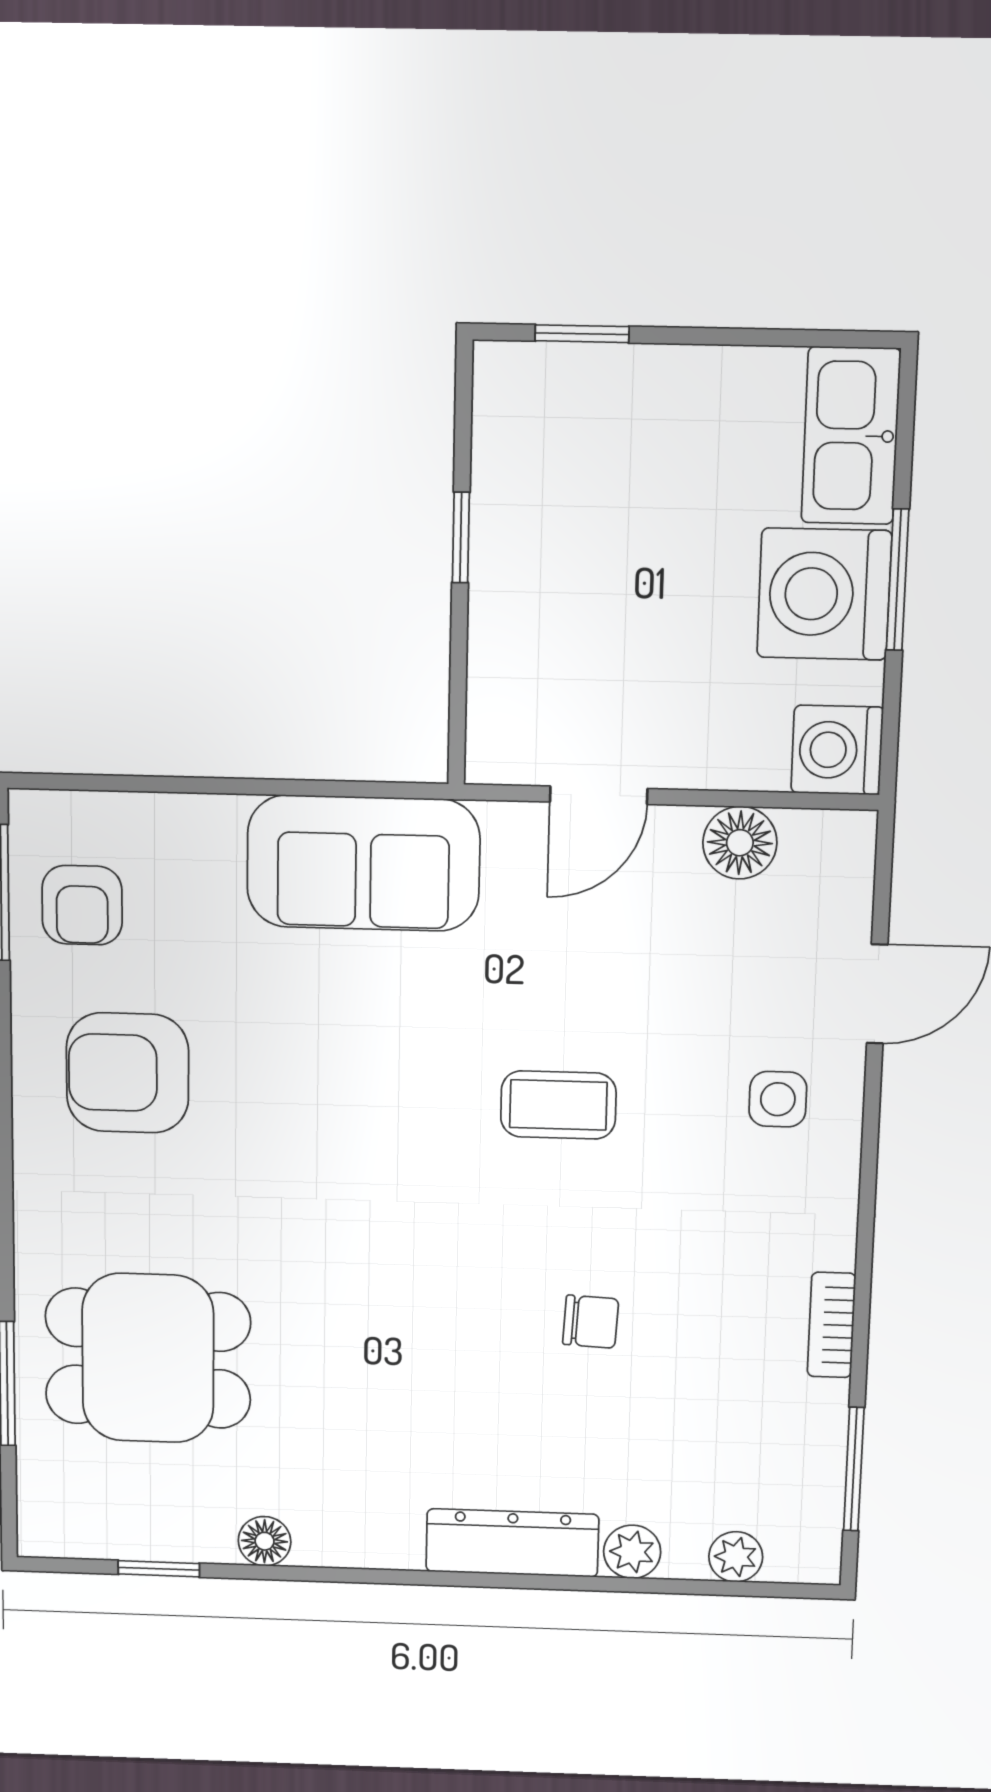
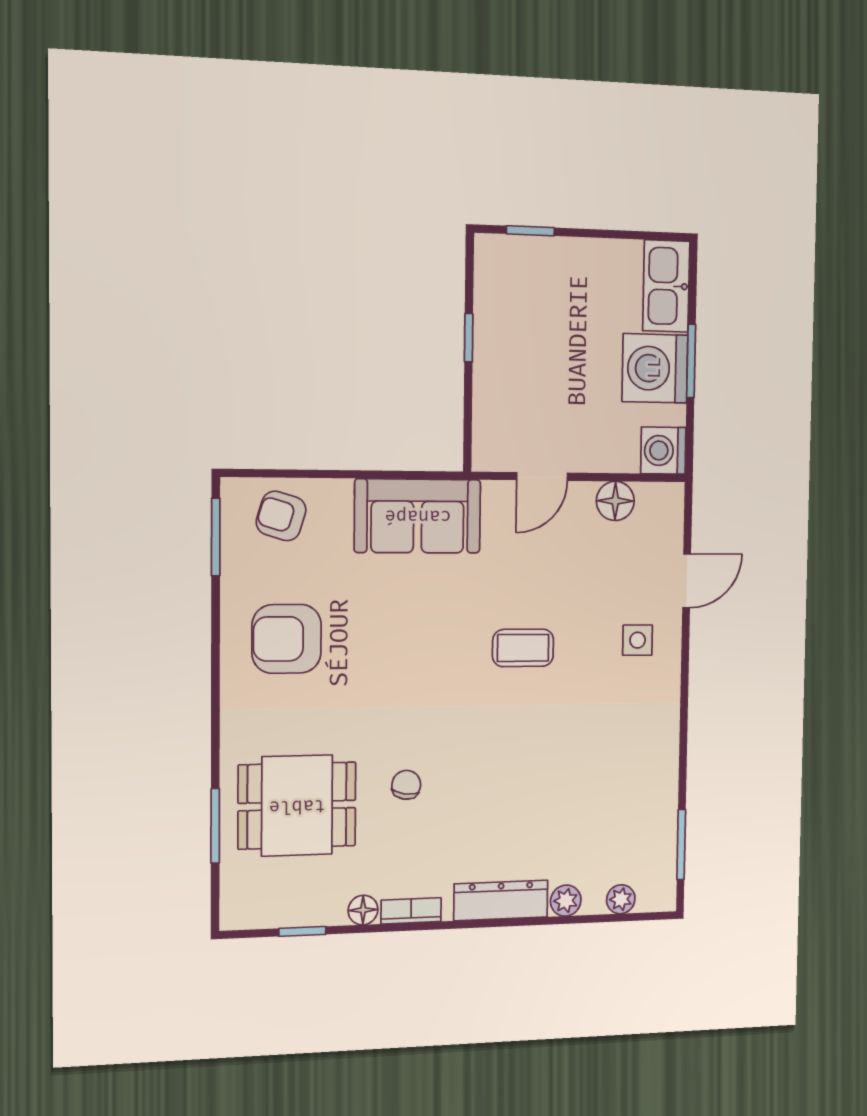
armchair: (82, 905) -> (281, 516), moved, turned 107
chair: (591, 1322) -> (406, 785), moved, turned -84
bookcase: (831, 1325) -> (411, 911), moved, turned 90

